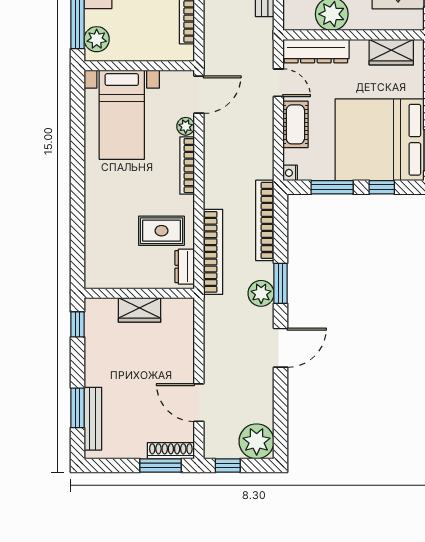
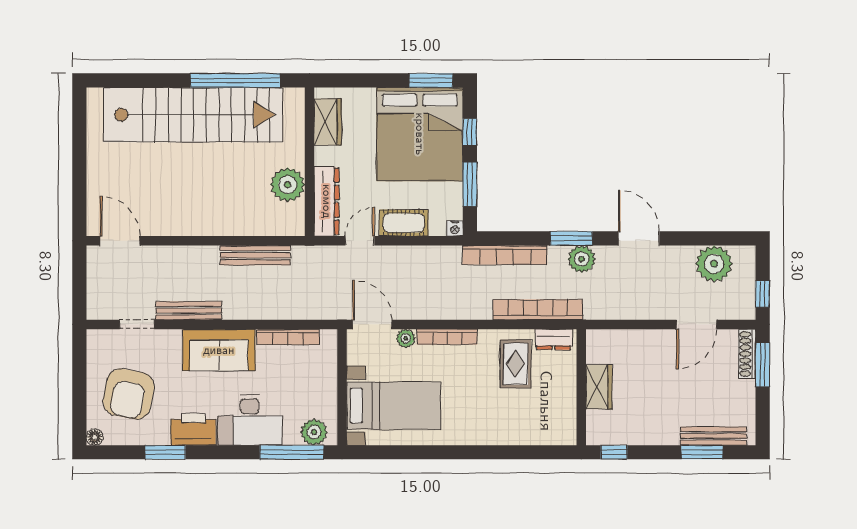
plant: (257, 441) -> (714, 264), moved

